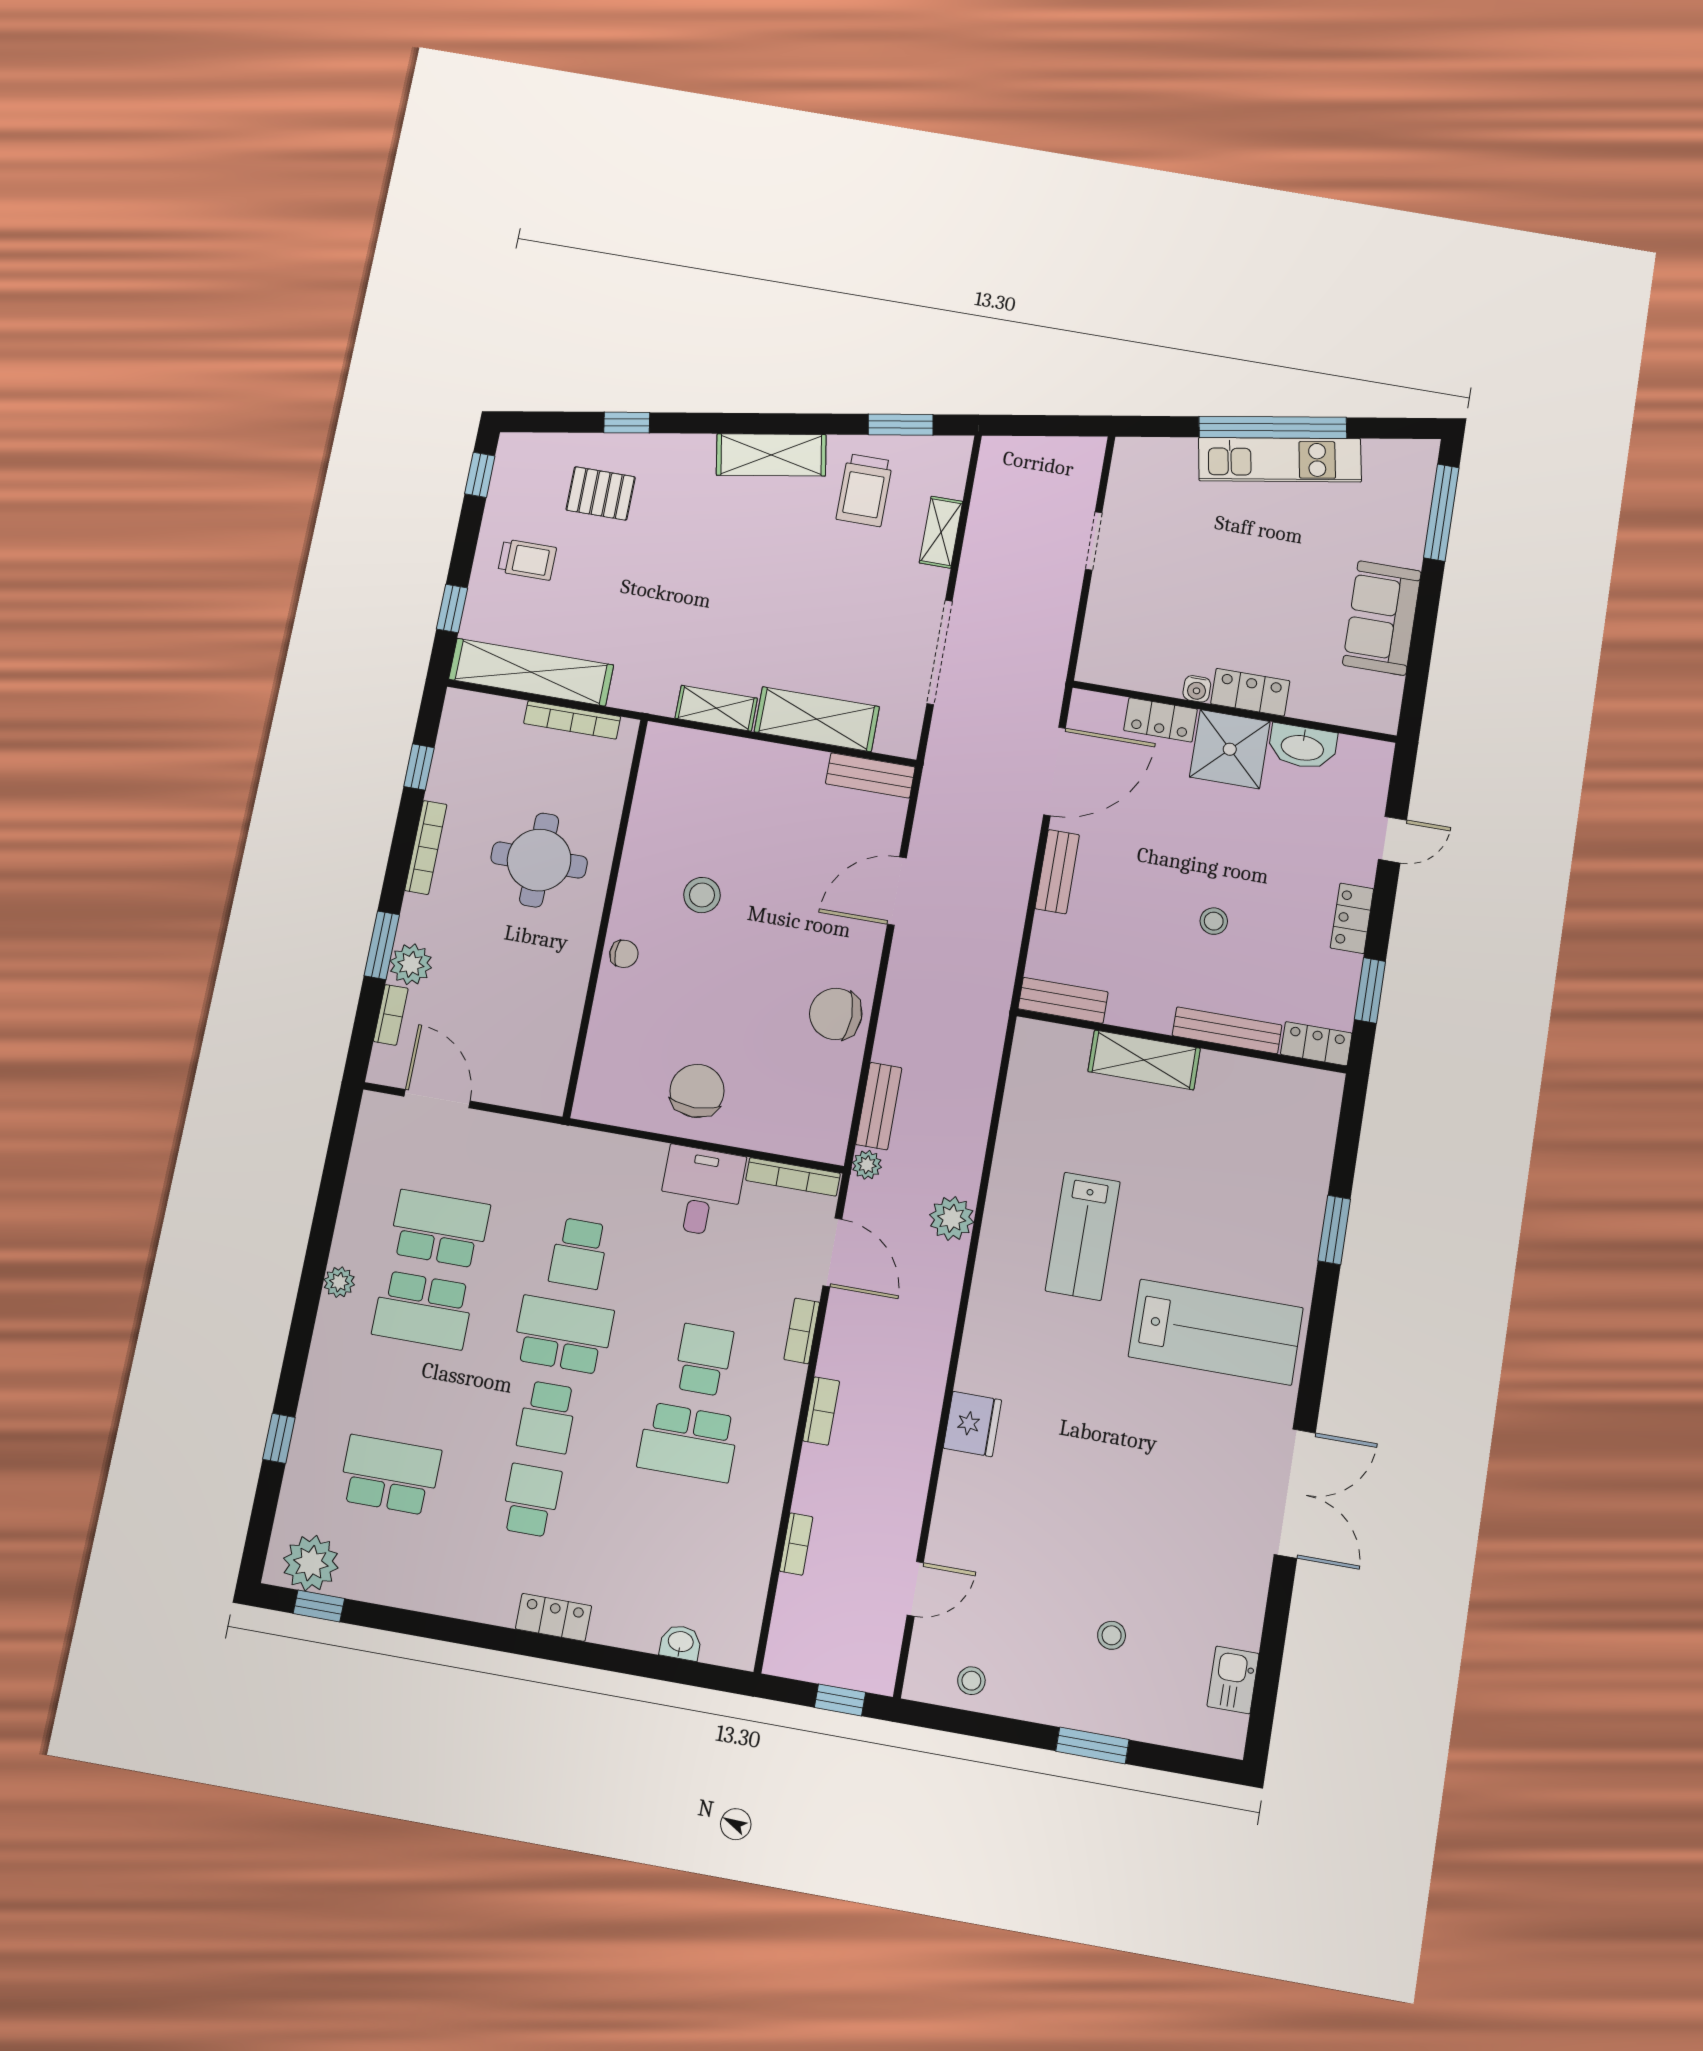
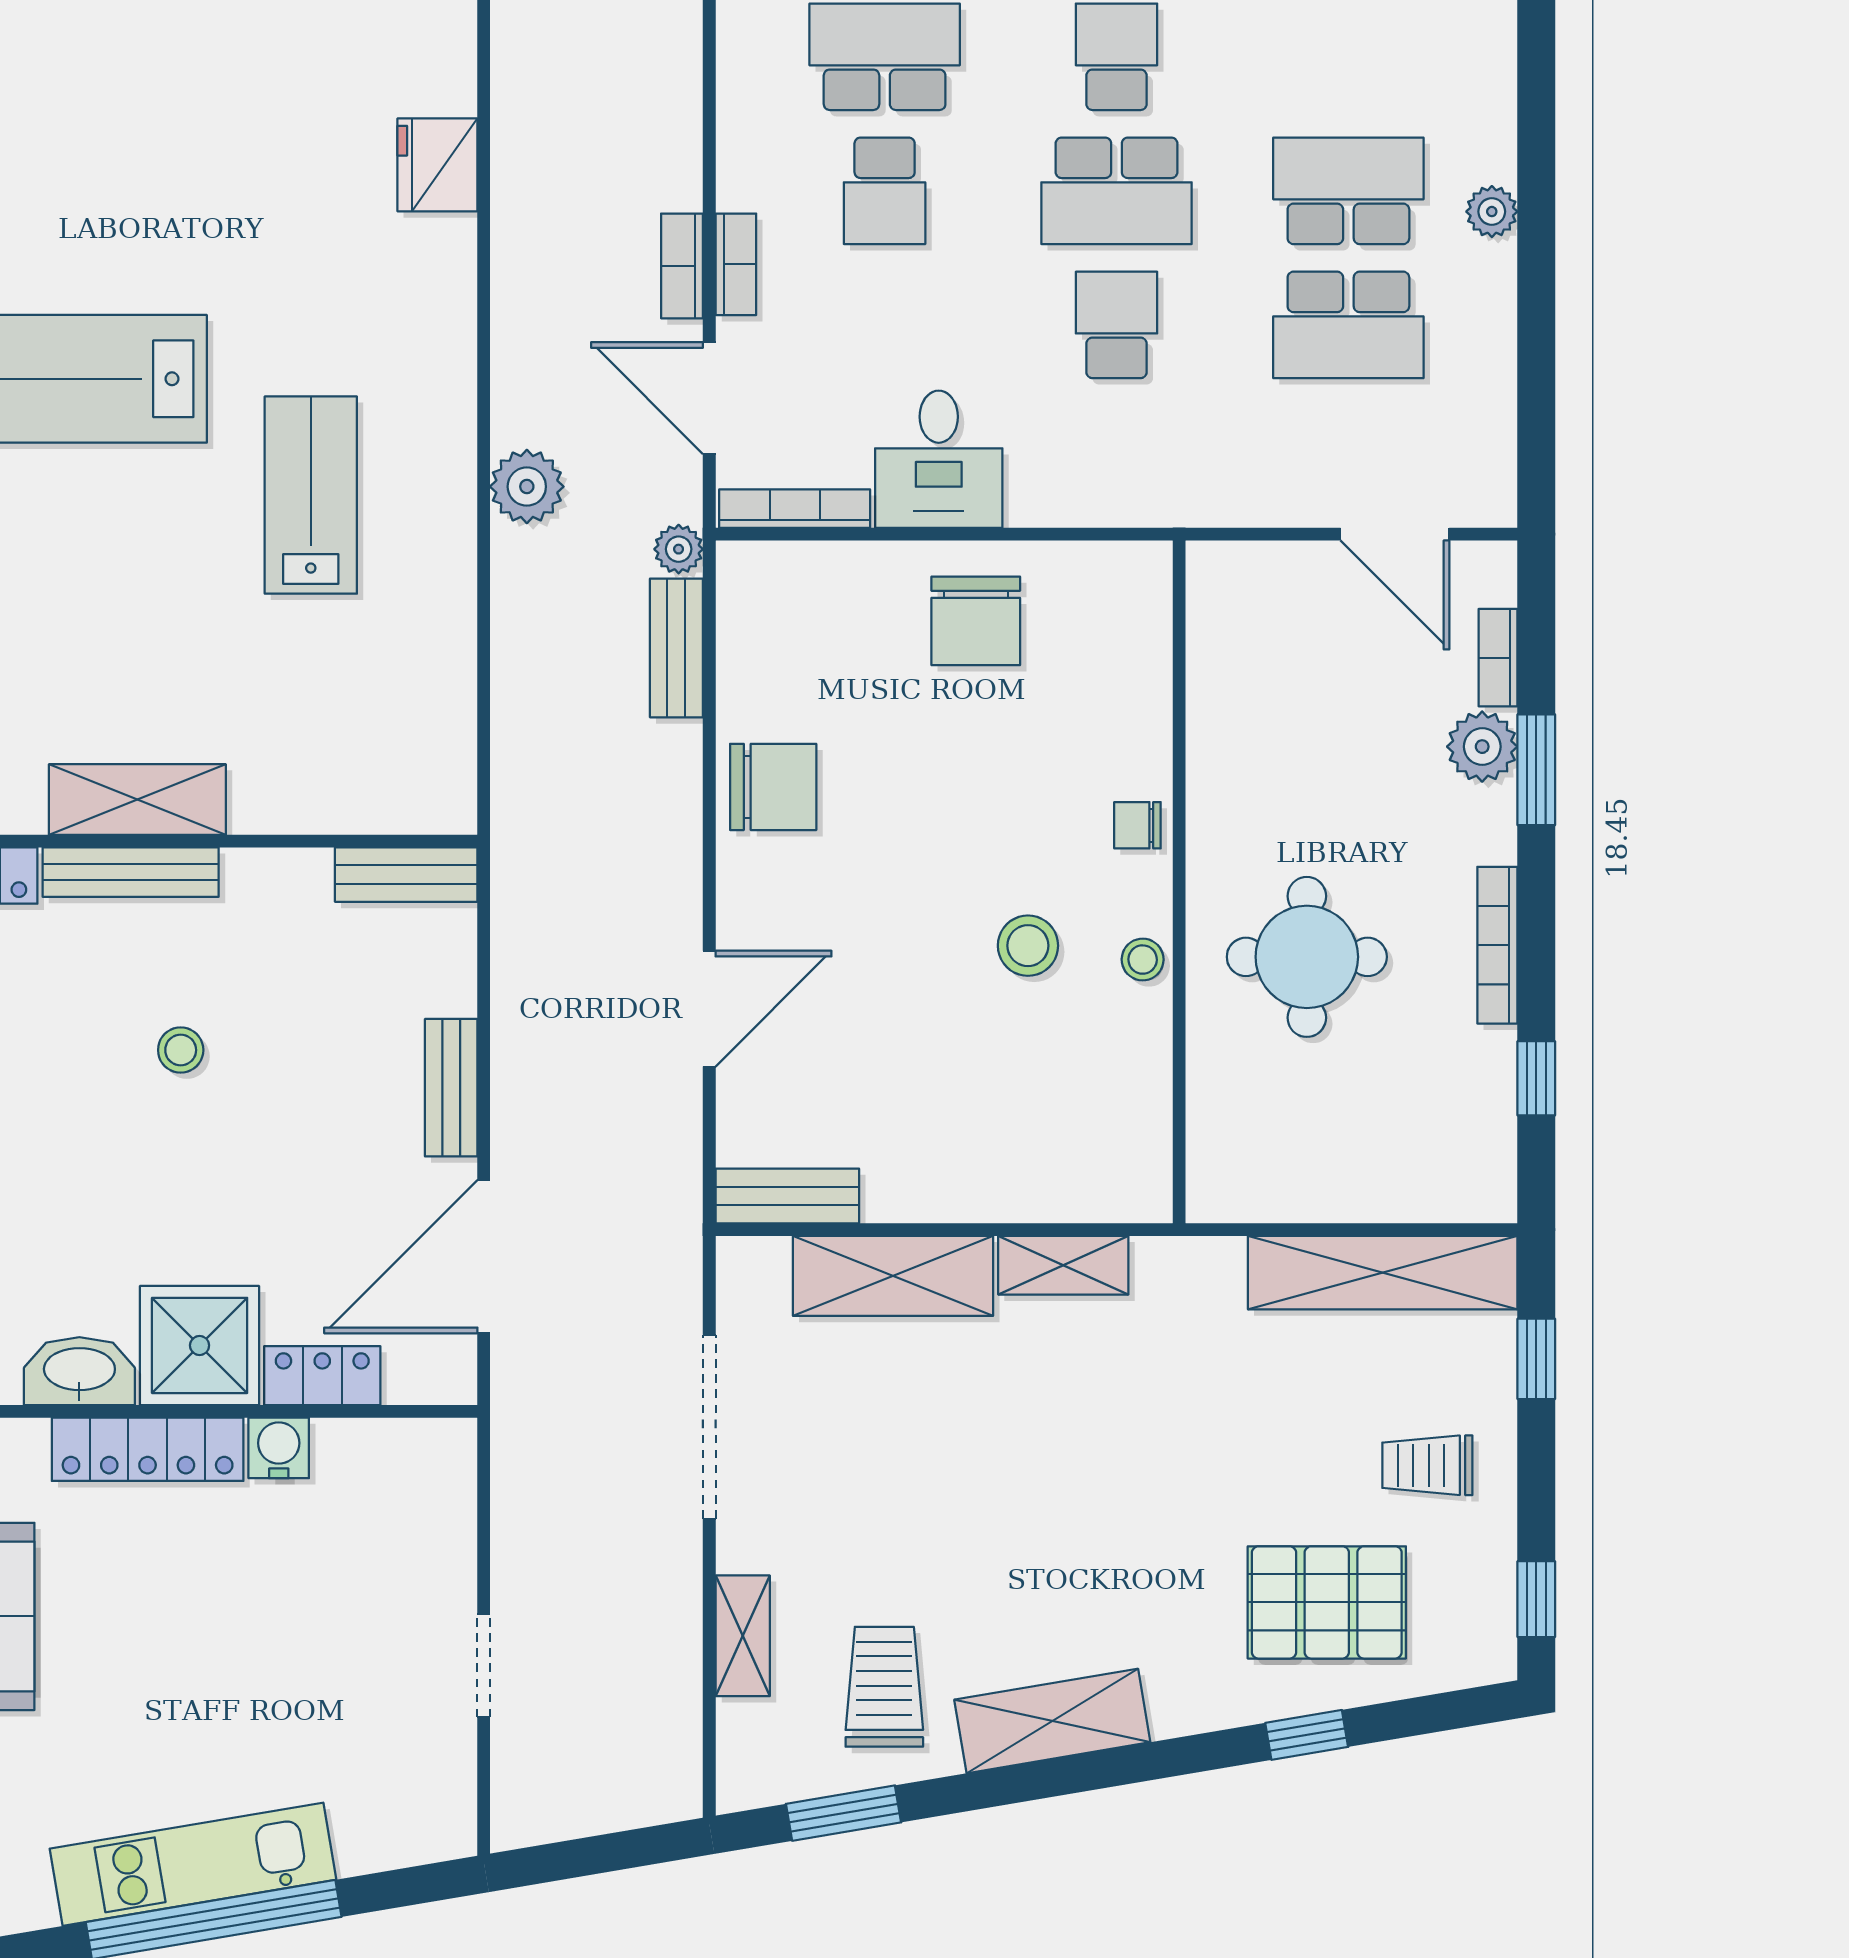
pallet: (601, 493) -> (1327, 1602), width x1.50, depth x1.42
water cooler: (1197, 689) -> (279, 1448), width x1.38, depth x1.38
locker: (1250, 692) -> (148, 1449), width x1.53
bookcase: (572, 720) -> (1299, 1203), removed
stool: (636, 875) -> (1143, 960), added
shelving: (1144, 1060) -> (137, 800), moved
bookcase: (821, 1411) -> (682, 266), moved

